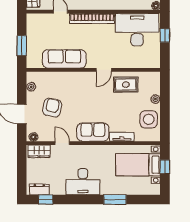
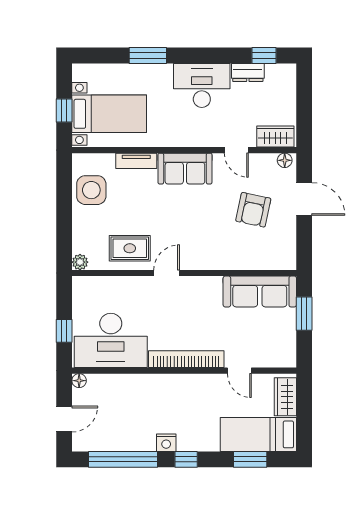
sofa: (64, 59) -> (260, 292), moved
plant: (31, 87) -> (288, 245), removed
plant: (155, 99) -> (80, 262), moved
dresser: (39, 189) -> (248, 72), moved

